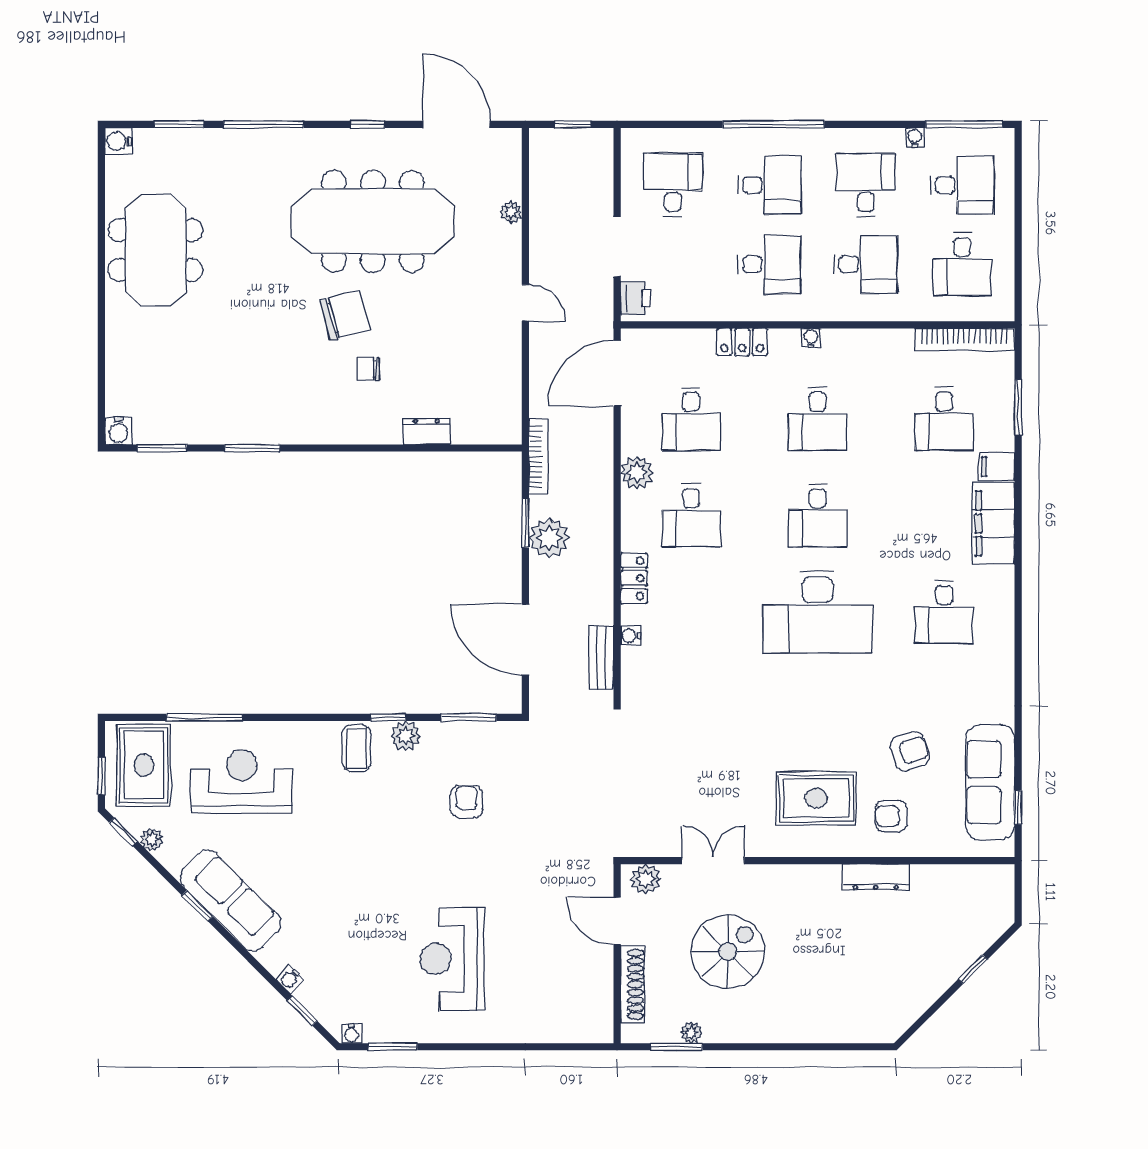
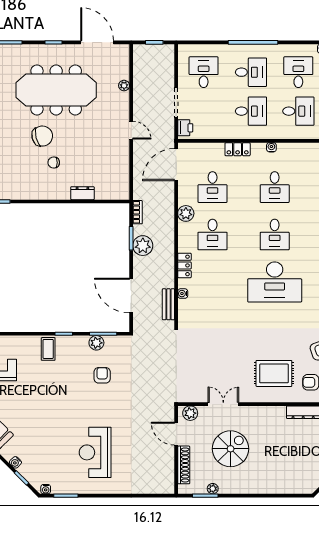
bookcase: (538, 456) -> (137, 212), width x0.64
plant: (406, 736) -> (96, 343), moved

